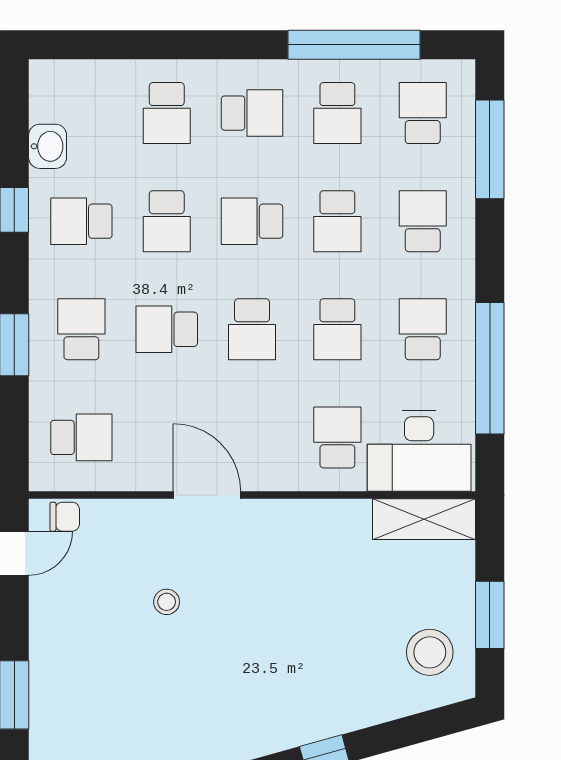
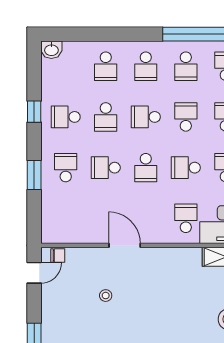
school desk: (252, 113) -> (146, 66), turned 90
washbasin: (48, 146) -> (51, 50), moved, turned 90
school desk: (337, 221) -> (186, 117), turned 180
school desk: (337, 329) -> (186, 168), turned 90
school desk: (81, 437) -> (66, 218), removed

